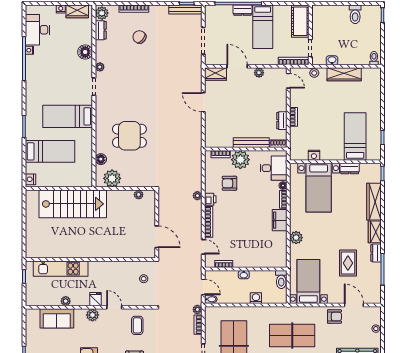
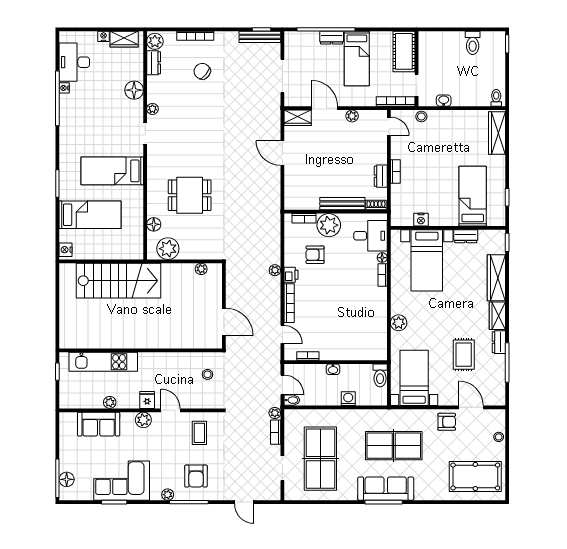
wardrobe: (344, 74) -> (497, 133), moved, turned 90
filing cabinet: (280, 220) -> (378, 301), removed

